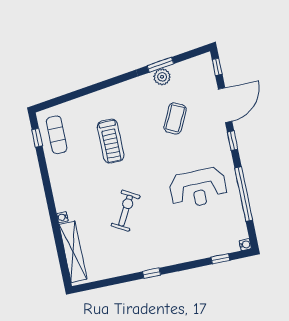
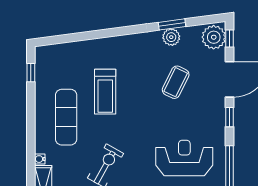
plant: (202, 69) -> (214, 37), added
exercise mat: (57, 135) -> (66, 117), moved, width x1.36, depth x1.45
reception desk: (198, 188) -> (184, 158), turned 180

